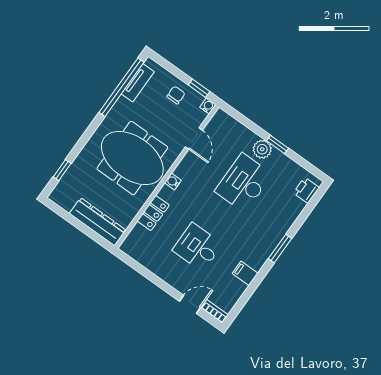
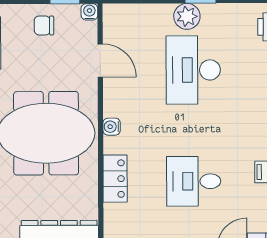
chair: (176, 95) -> (44, 25), turned -90

